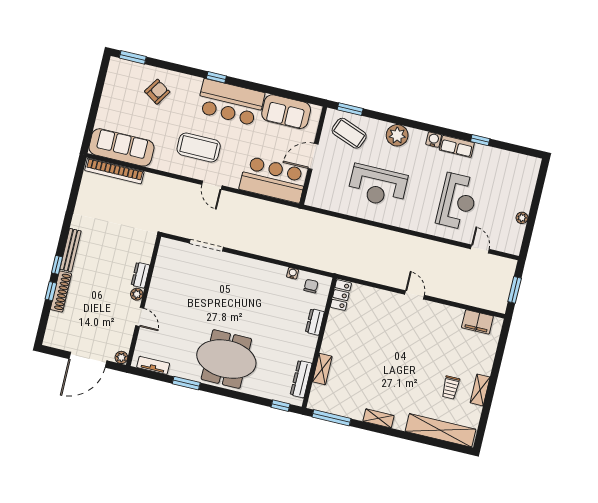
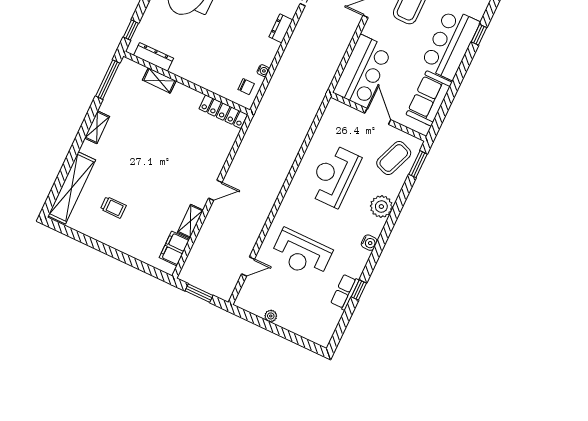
row of seats: (457, 146) -> (345, 292), moved
locker: (341, 295) -> (223, 112), width x1.53
dresser: (315, 322) -> (281, 28), moved, turned -90
trolley: (451, 387) -> (113, 207), turned 180
shelving: (480, 390) -> (190, 221), moved, turned 90

